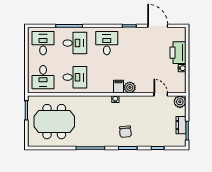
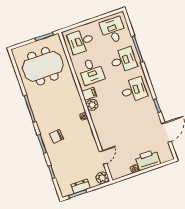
desk: (43, 43) -> (113, 30), turned -90
desk: (75, 43) -> (123, 60), turned -90
filing cabinet: (118, 87) -> (89, 94), moved
plant: (130, 87) -> (92, 105), moved
meeting table: (54, 122) -> (43, 66), turned 90

